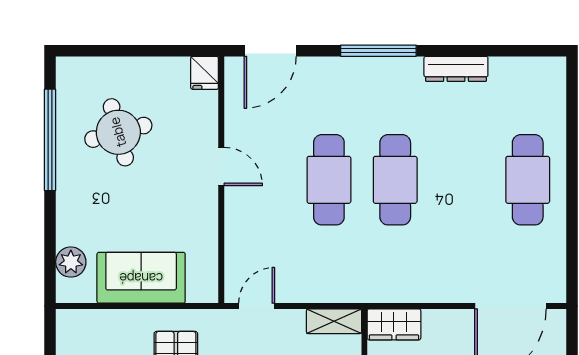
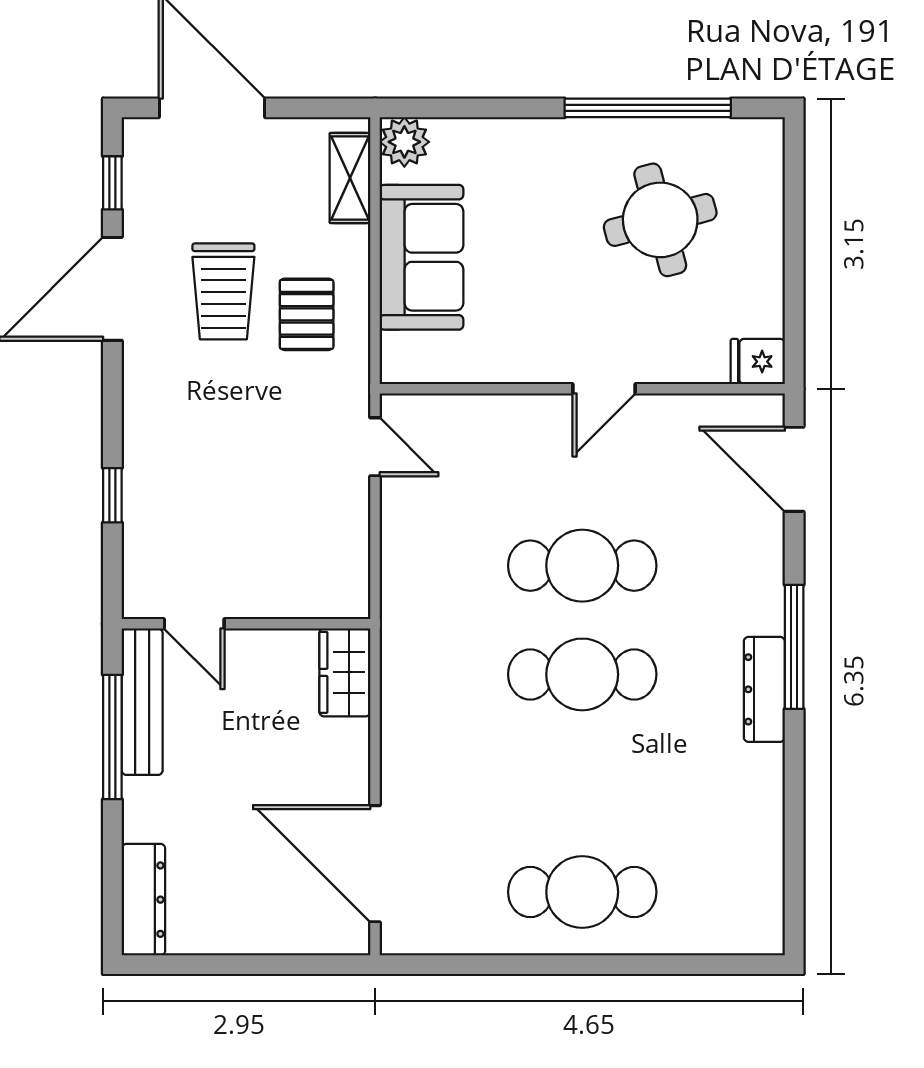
dresser: (456, 69) -> (764, 689), moved
plant: (71, 262) -> (404, 142), moved
shelving: (334, 321) -> (350, 178), moved

